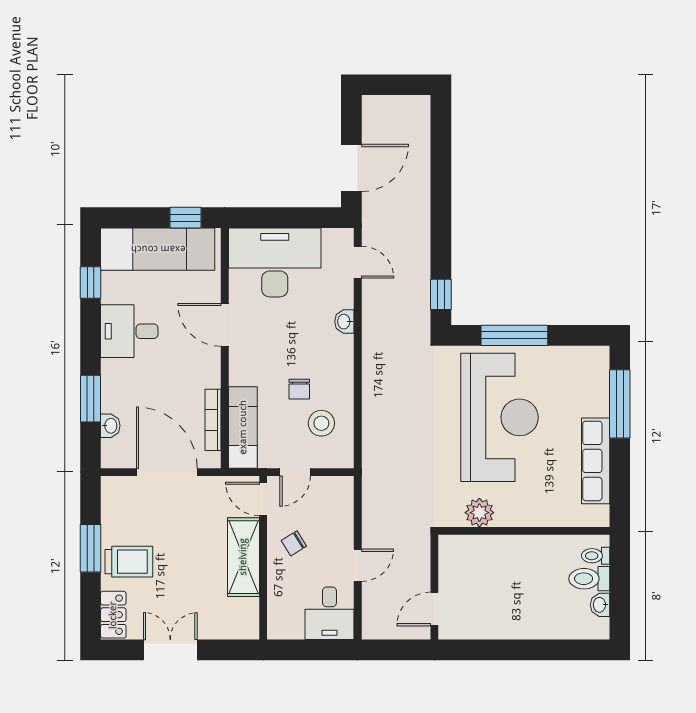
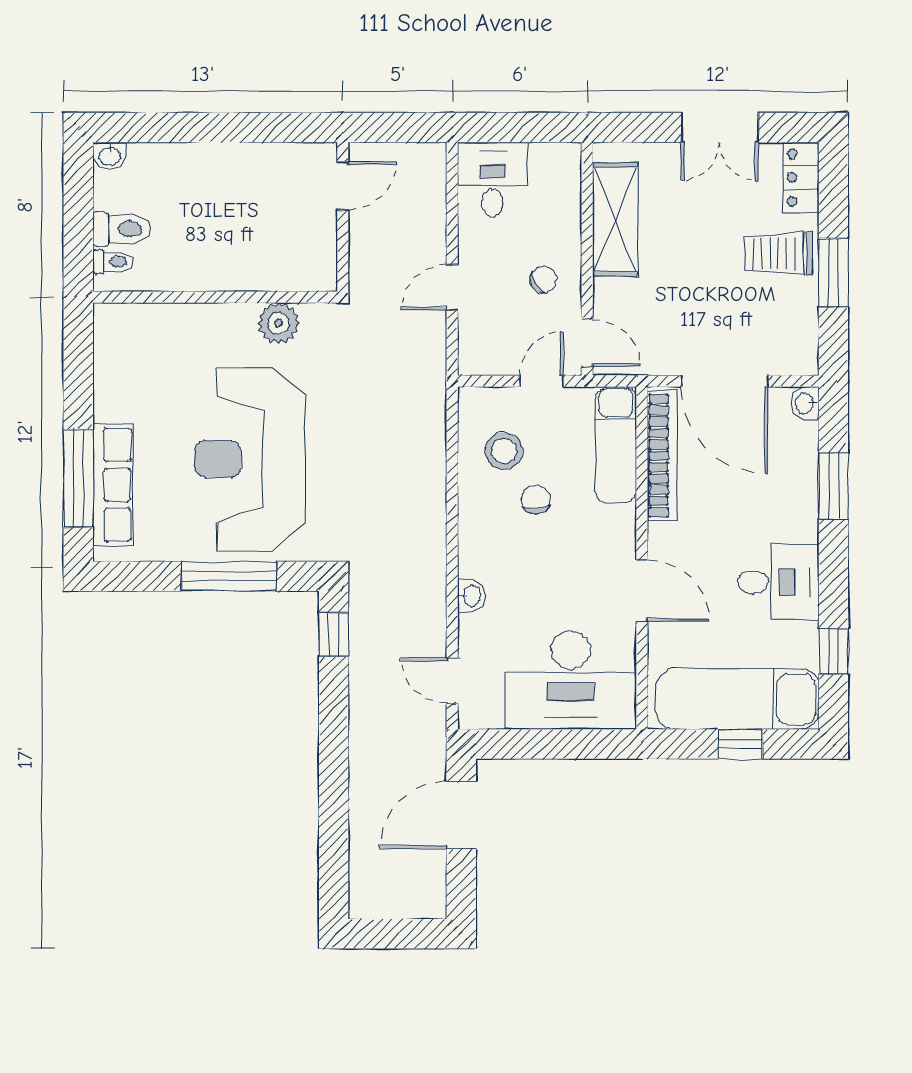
window: (185, 218) -> (740, 744), moved
bookcase: (213, 420) -> (662, 456), width x1.48, depth x1.31
washbasin: (110, 426) -> (805, 403), moved
row of seats: (596, 461) -> (113, 485), moved
shelving: (243, 557) -> (615, 220), moved
door: (358, 565) -> (452, 287), moved
washbasin: (600, 605) -> (110, 156), moved, turned 90

